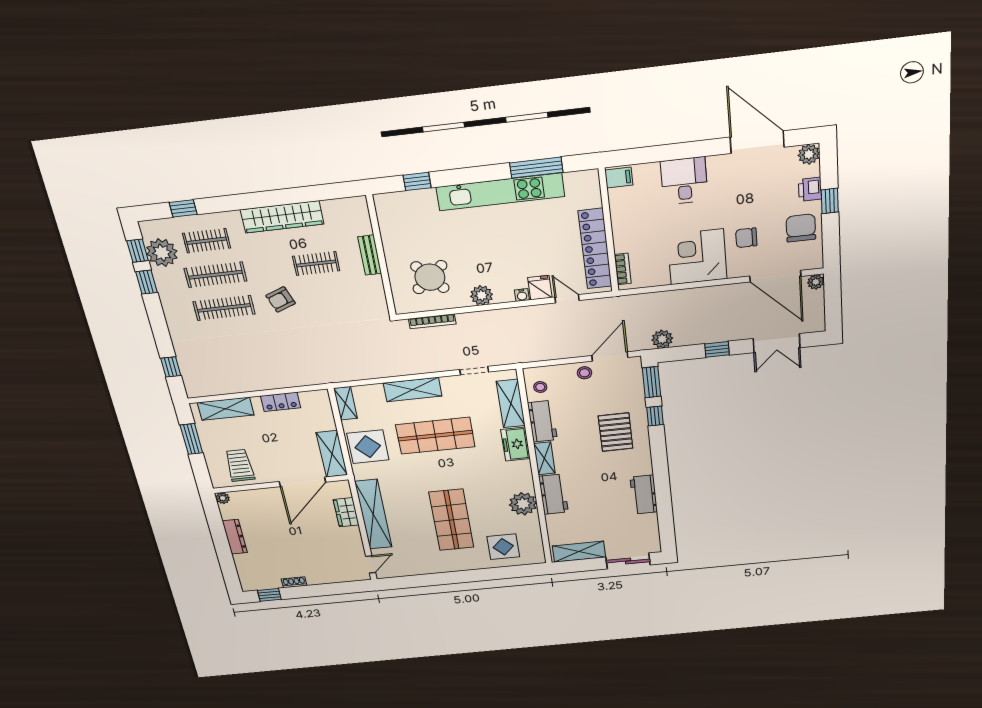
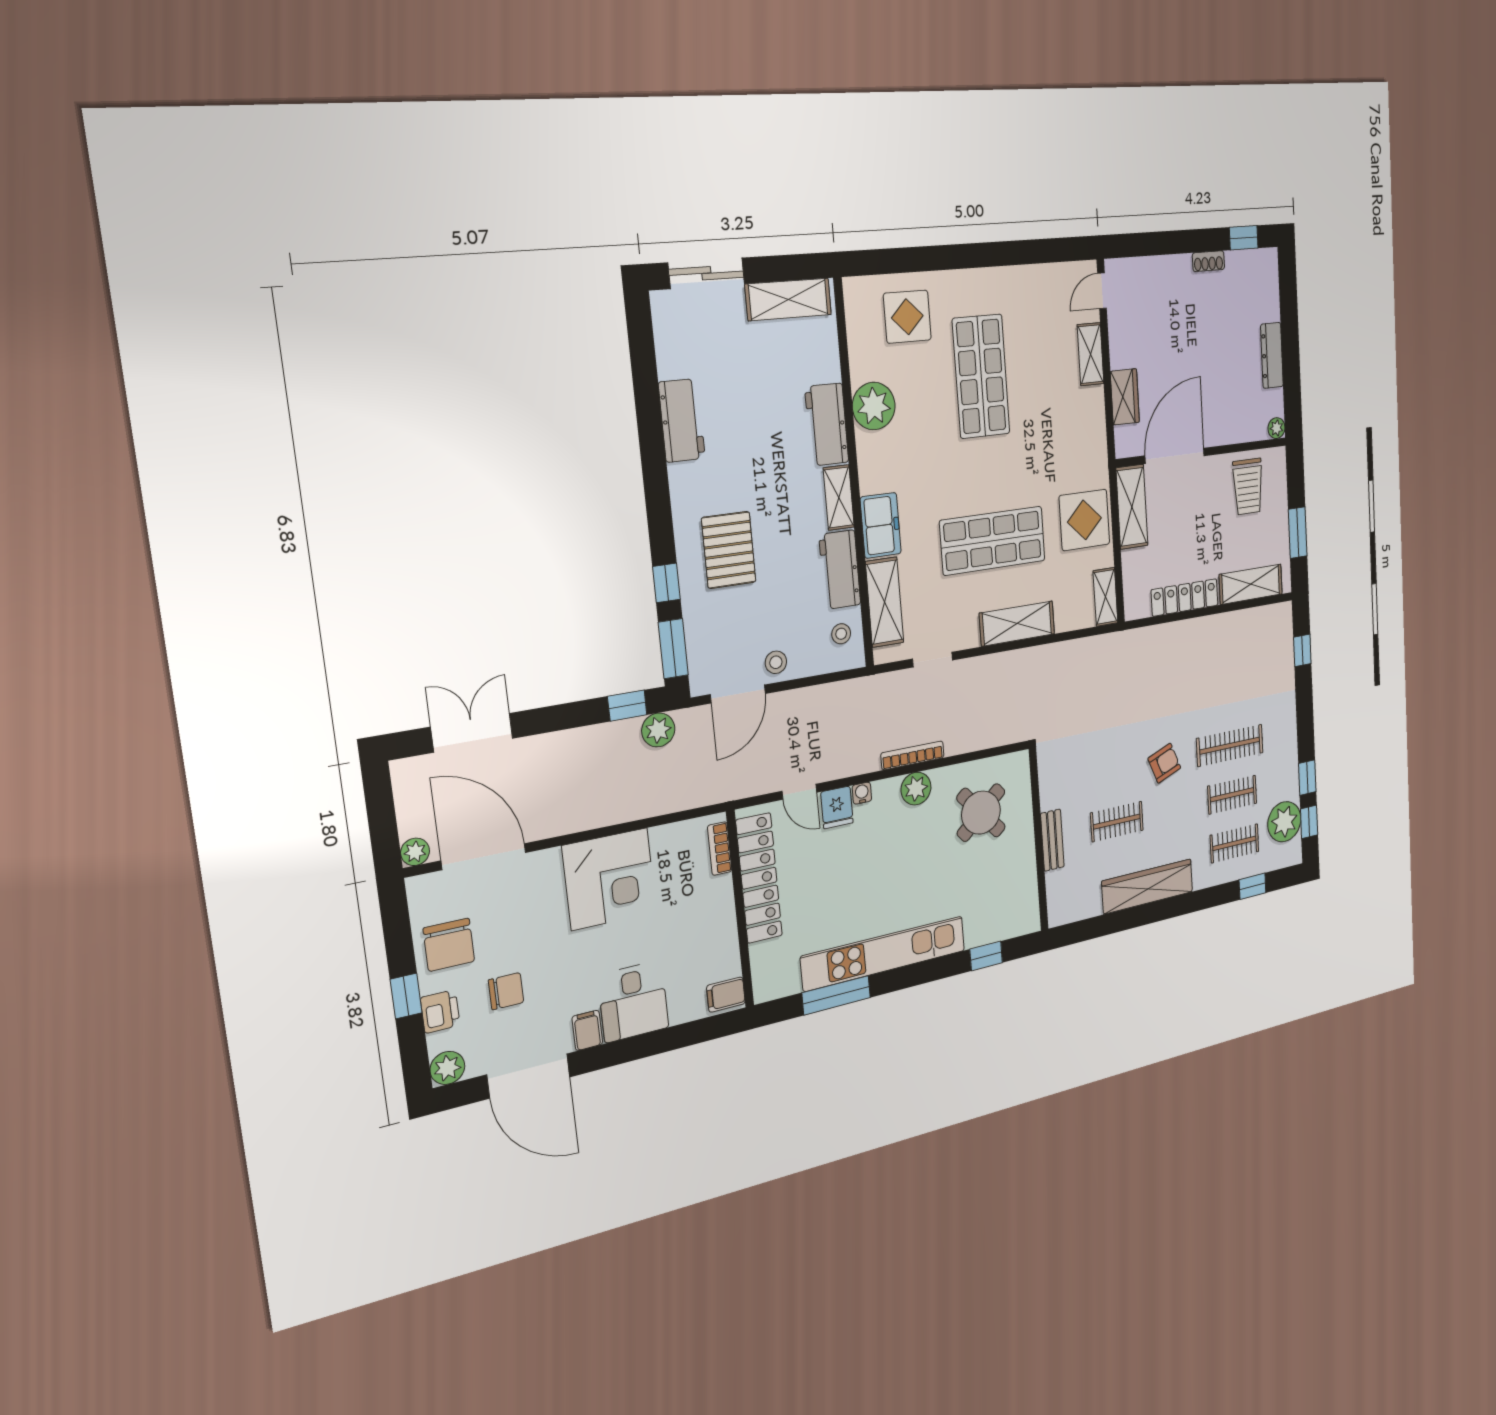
filing cabinet: (716, 166) -> (587, 1030), added
chair: (746, 238) -> (506, 991), moved
clothes rail: (215, 275) -> (1232, 795), width x0.73
bookcase: (432, 321) -> (913, 755), moved
window: (717, 349) -> (627, 706), moved
locker: (281, 402) -> (1185, 597), width x1.53
shelving: (373, 514) -> (1090, 354), width x0.45, depth x0.75

